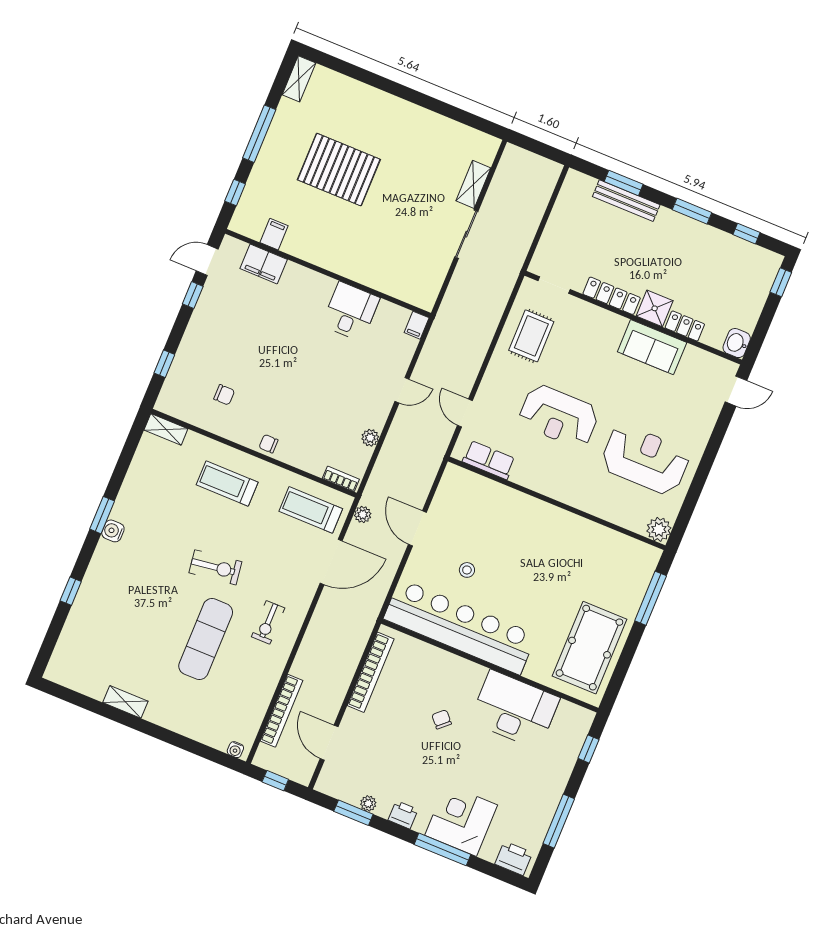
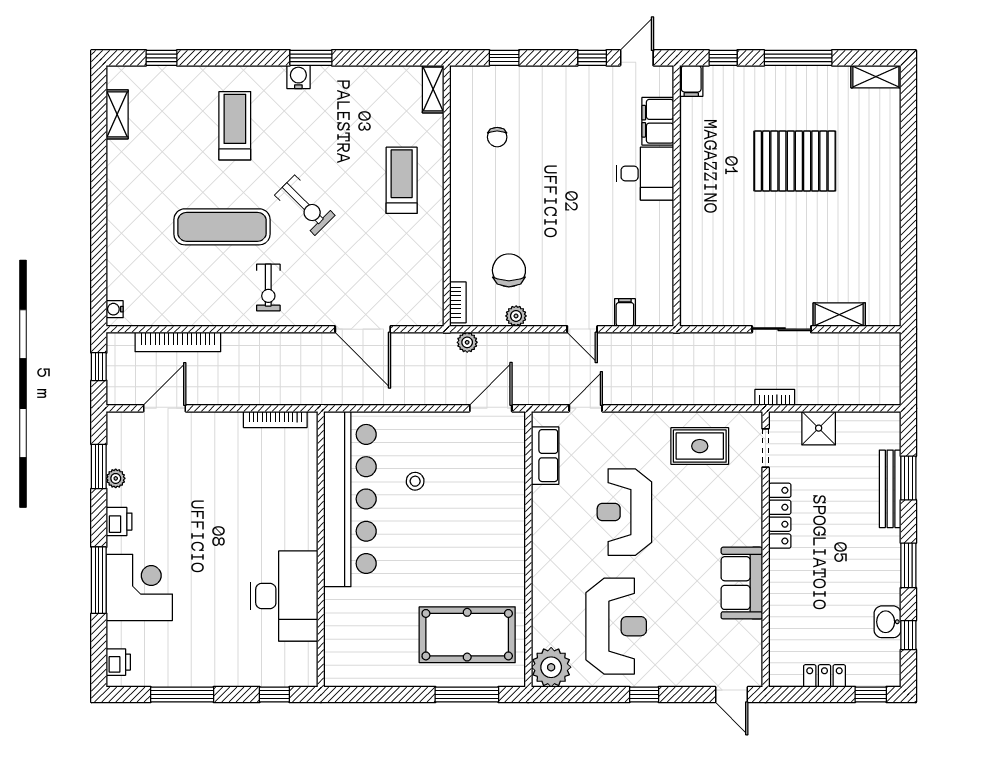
pallet: (339, 170) -> (795, 161), turned 90
filing cabinet: (274, 234) -> (691, 81), moved, turned 90
door: (207, 260) -> (637, 58), hinge flipped
bookcase: (517, 261) -> (775, 397), added
shower: (655, 308) -> (819, 428), moved
desk: (351, 311) -> (645, 174), moved
filing cabinet: (417, 325) -> (625, 312), moved, turned 90
locker: (685, 326) -> (824, 676), moved, turned -90
washbasin: (737, 343) -> (888, 622), moved, turned -90
chair: (268, 444) -> (509, 270), moved, width x1.87, depth x1.87
window: (708, 460) -> (644, 694), added
treadmill: (311, 510) -> (235, 126), moved
plant: (363, 515) -> (467, 342), moved
door: (417, 528) -> (491, 408), moved
plant: (659, 529) -> (551, 667), width x1.36, depth x1.36
exercise bike: (215, 567) -> (305, 205), turned -37
window: (71, 591) -> (161, 58), moved
exercise bike: (268, 622) -> (268, 287), turned -90
pool table: (589, 648) -> (467, 635), moved
bookcase: (371, 672) -> (275, 419), width x0.68, depth x0.76
shelving: (125, 702) -> (117, 114), moved
chair: (442, 719) -> (241, 521), removed
printer: (514, 858) -> (118, 662), width x0.73, depth x0.81

